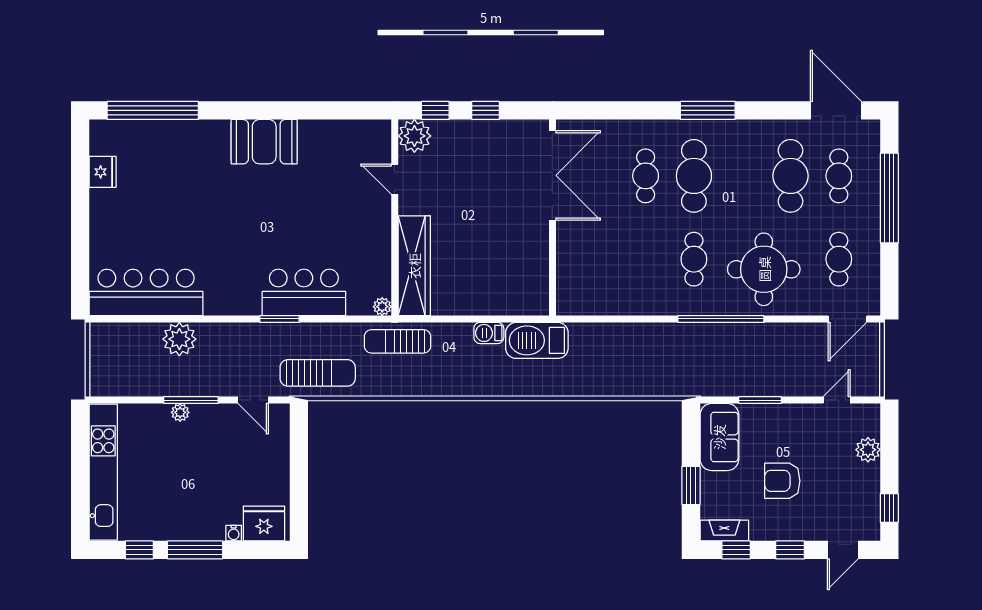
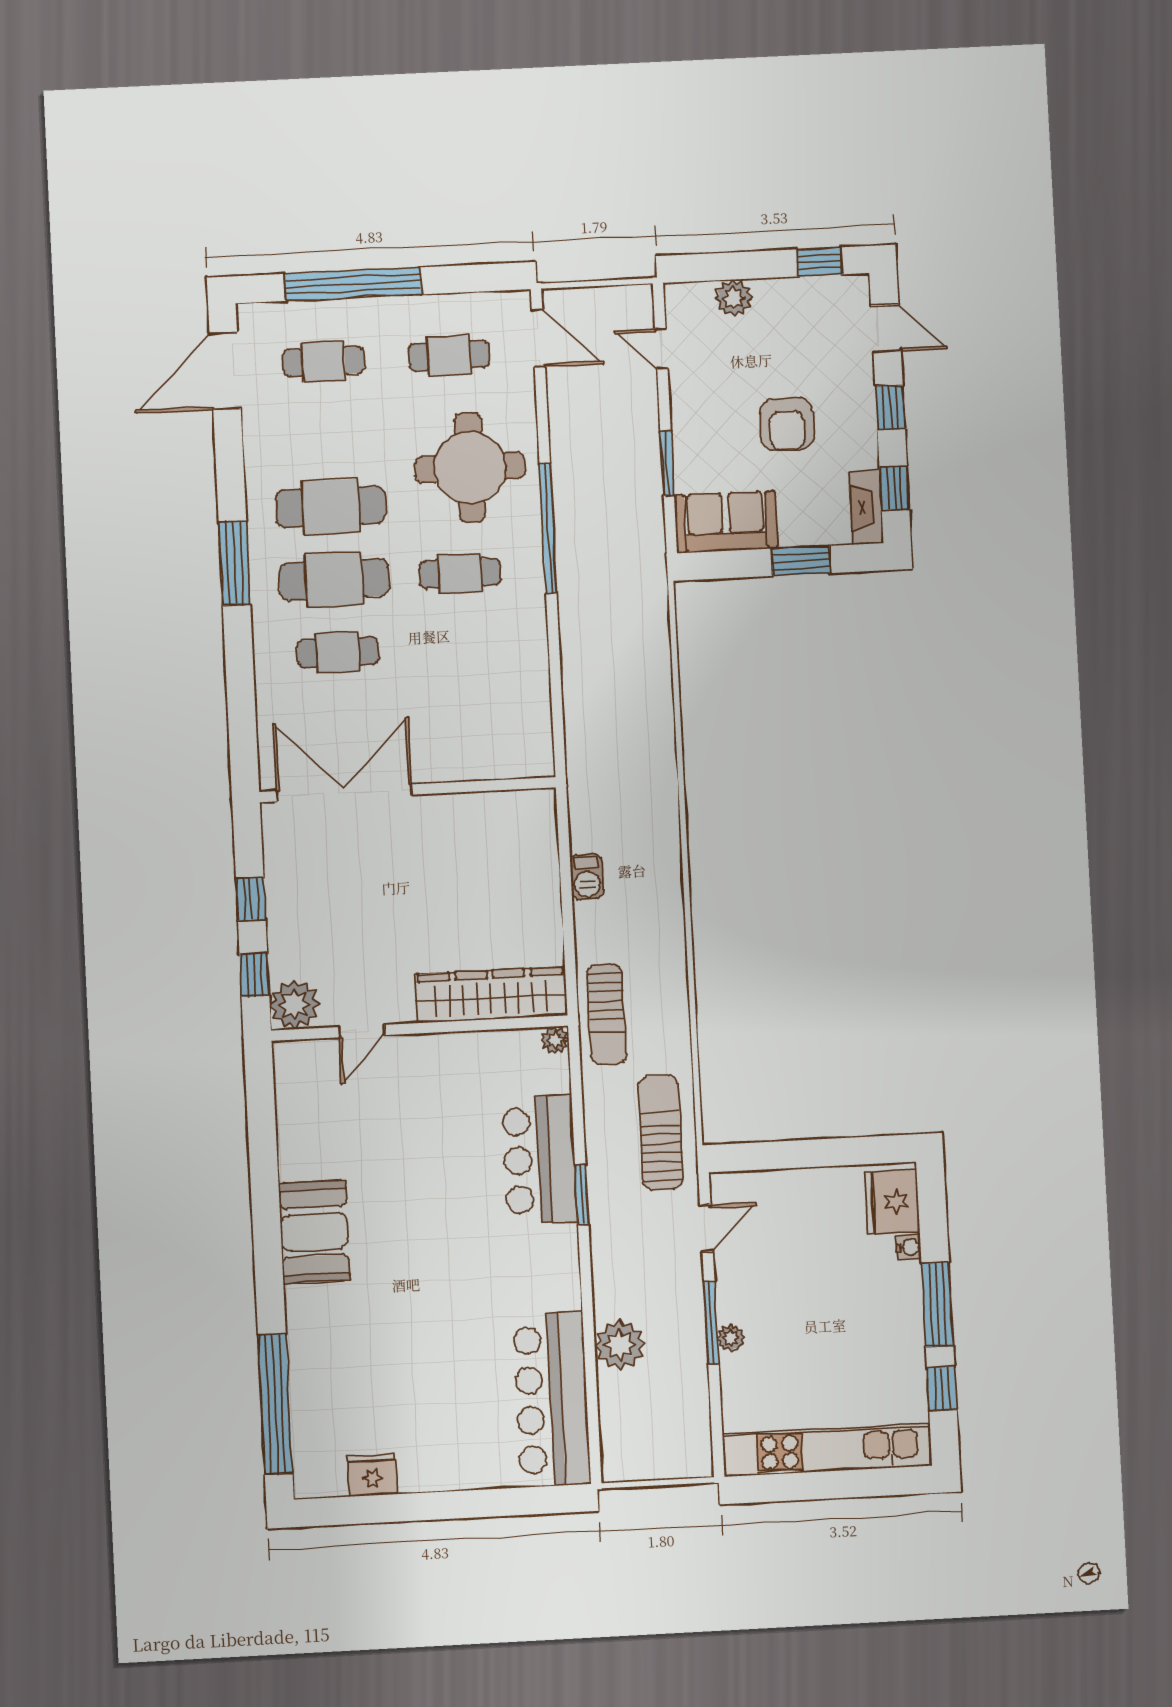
cafe table: (791, 176) -> (331, 507), moved
barbecue: (537, 340) -> (594, 804), removed

